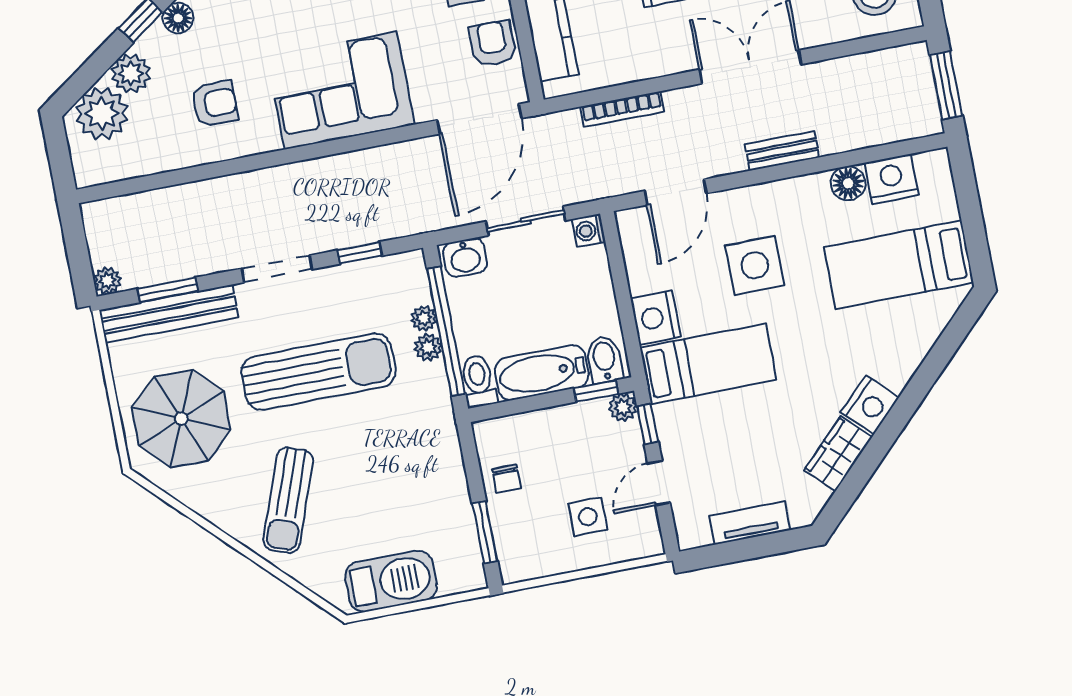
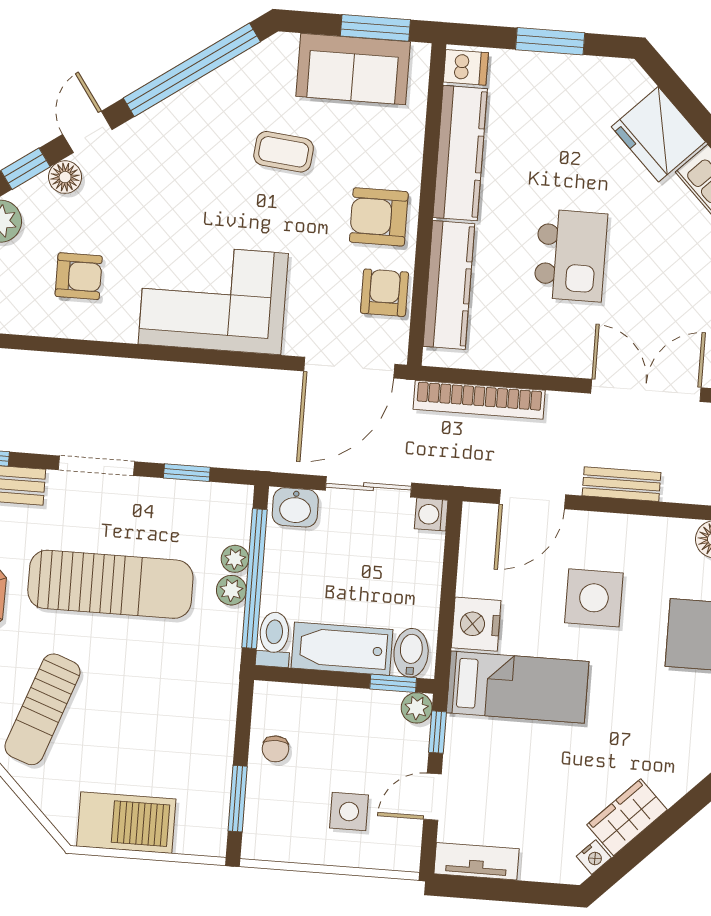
bookcase: (622, 109) -> (479, 400), width x1.48, depth x1.31
bench: (782, 151) -> (621, 484), moved
nightstand: (870, 405) -> (594, 857), moved, width x0.53, depth x0.56
tv unit: (750, 523) -> (476, 861), moved

